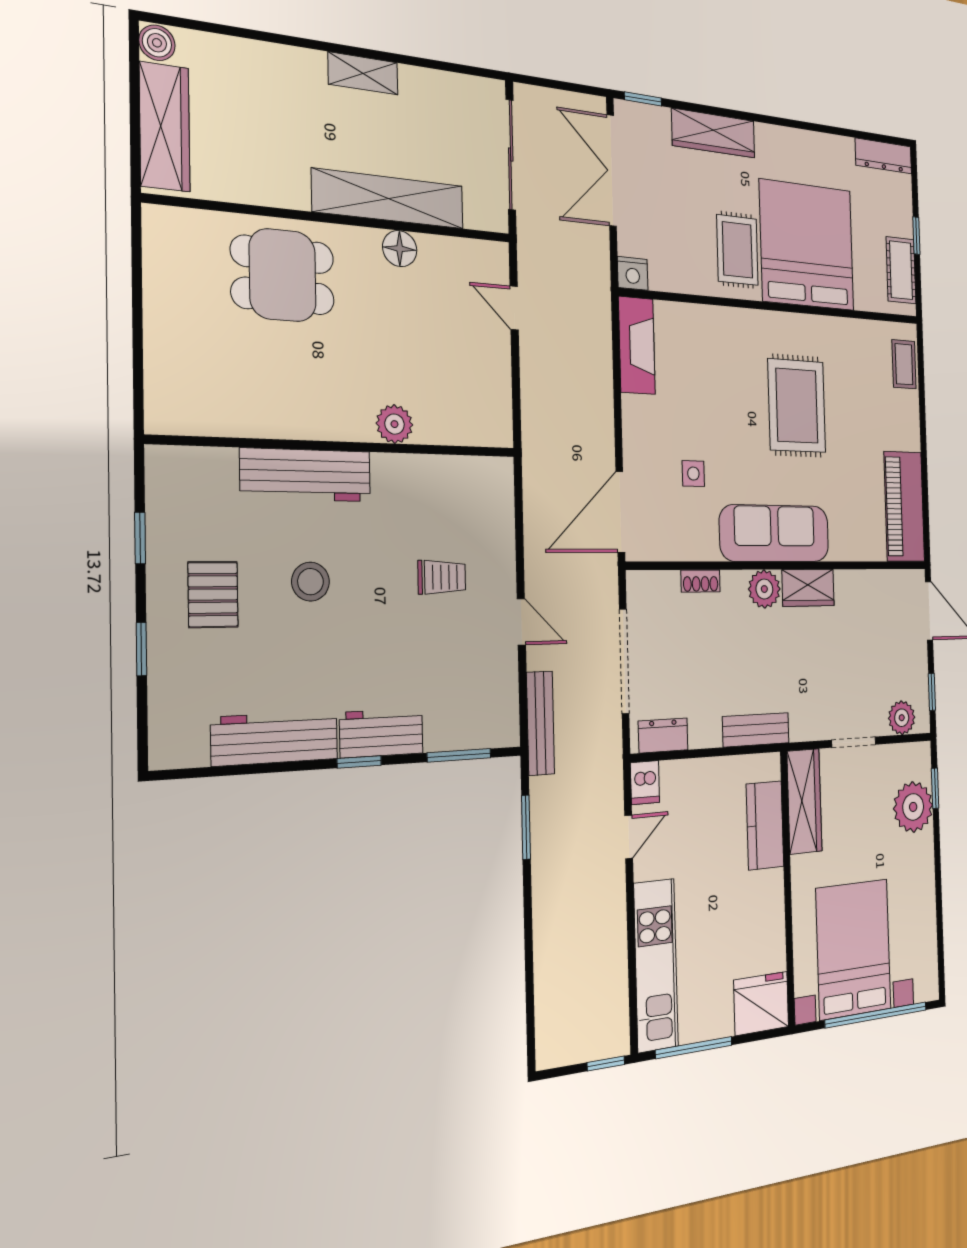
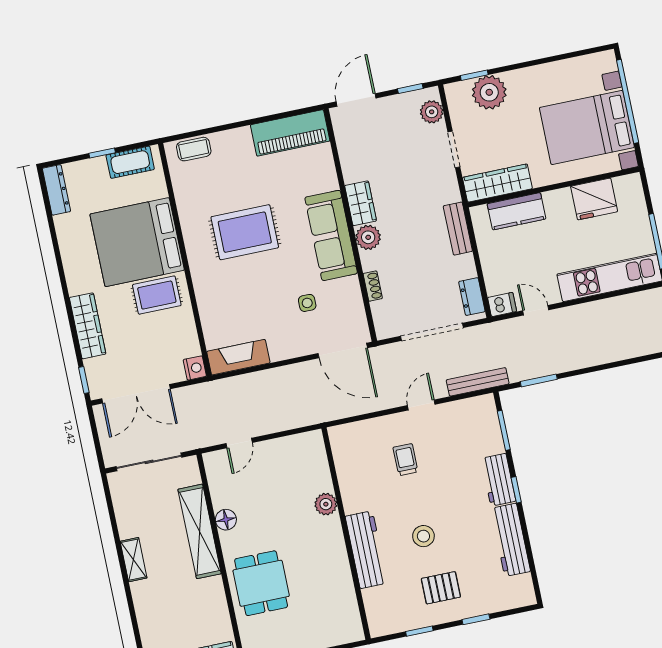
fridge: (761, 1003) -> (594, 199), moved, turned -90

